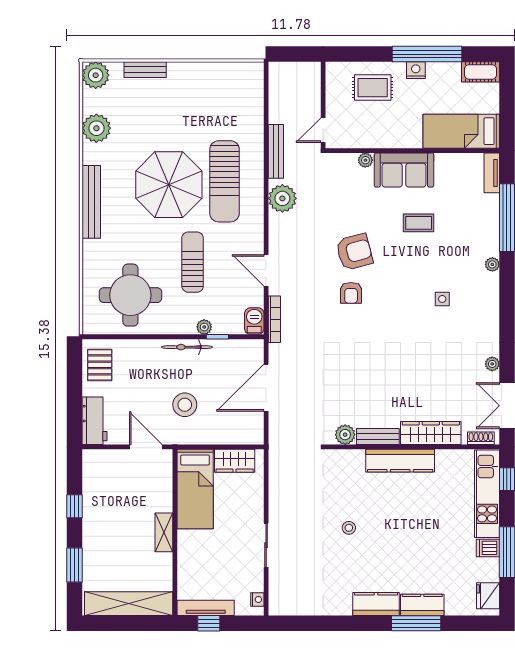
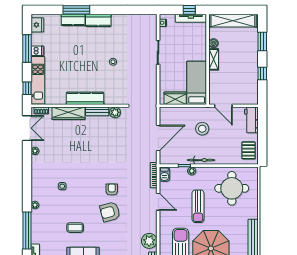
boiler: (164, 562) -> (213, 43), added

